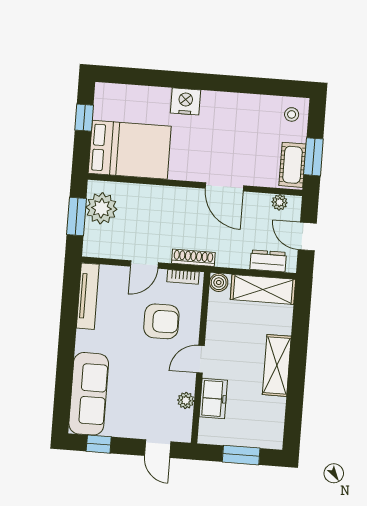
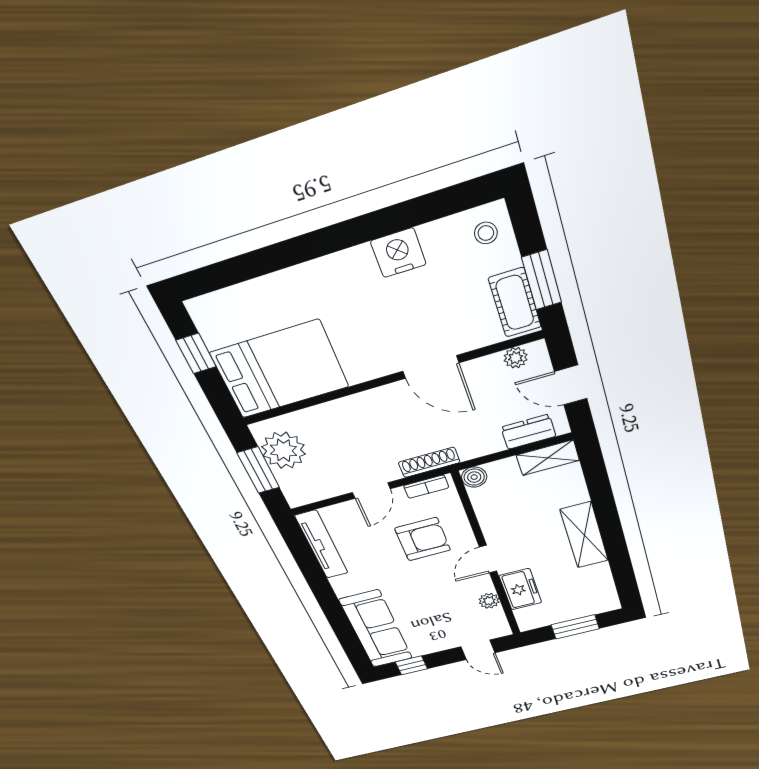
nightstand: (186, 101) -> (398, 253), moved
shelving: (263, 289) -> (548, 458), width x0.67, depth x0.75

